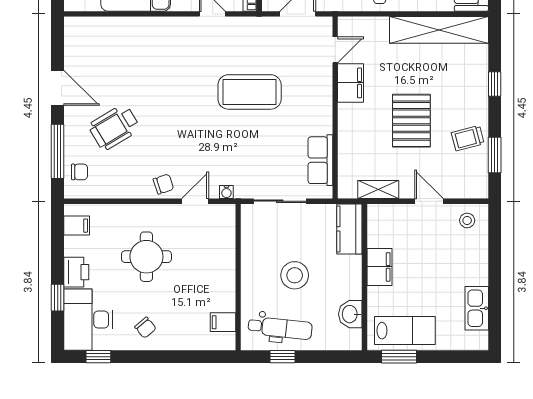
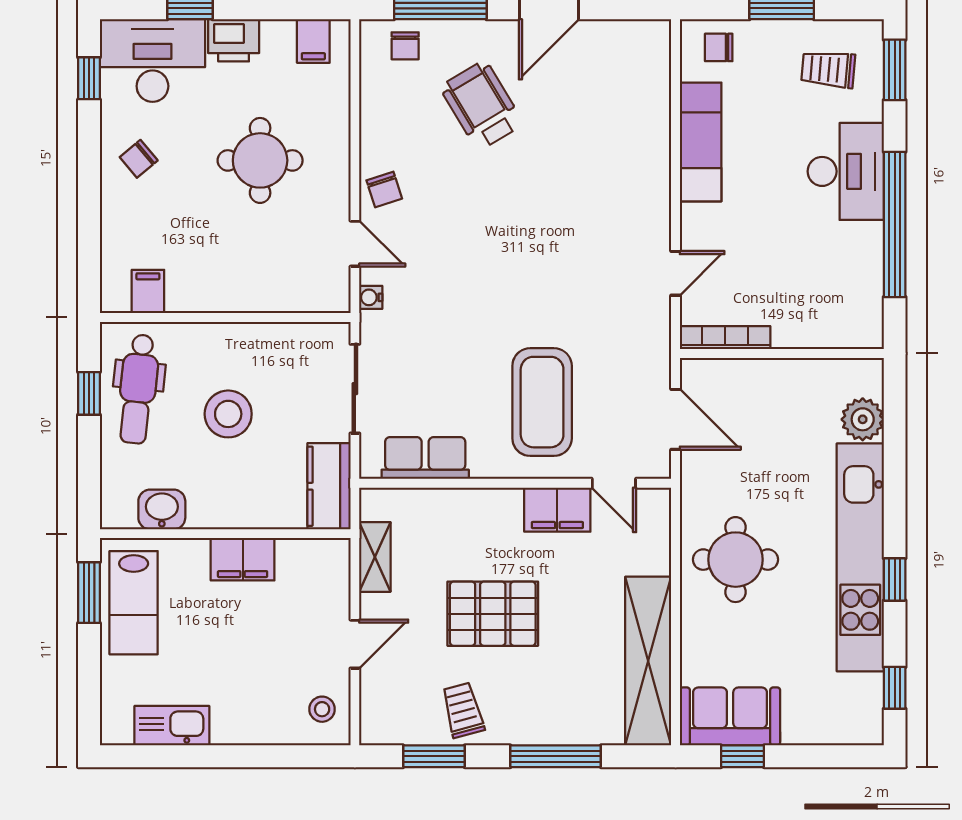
window: (495, 84) -> (556, 756), width x2.17
coffee table: (250, 92) -> (542, 402), moved
kitchen counter: (349, 229) -> (329, 486), moved, turned -90

